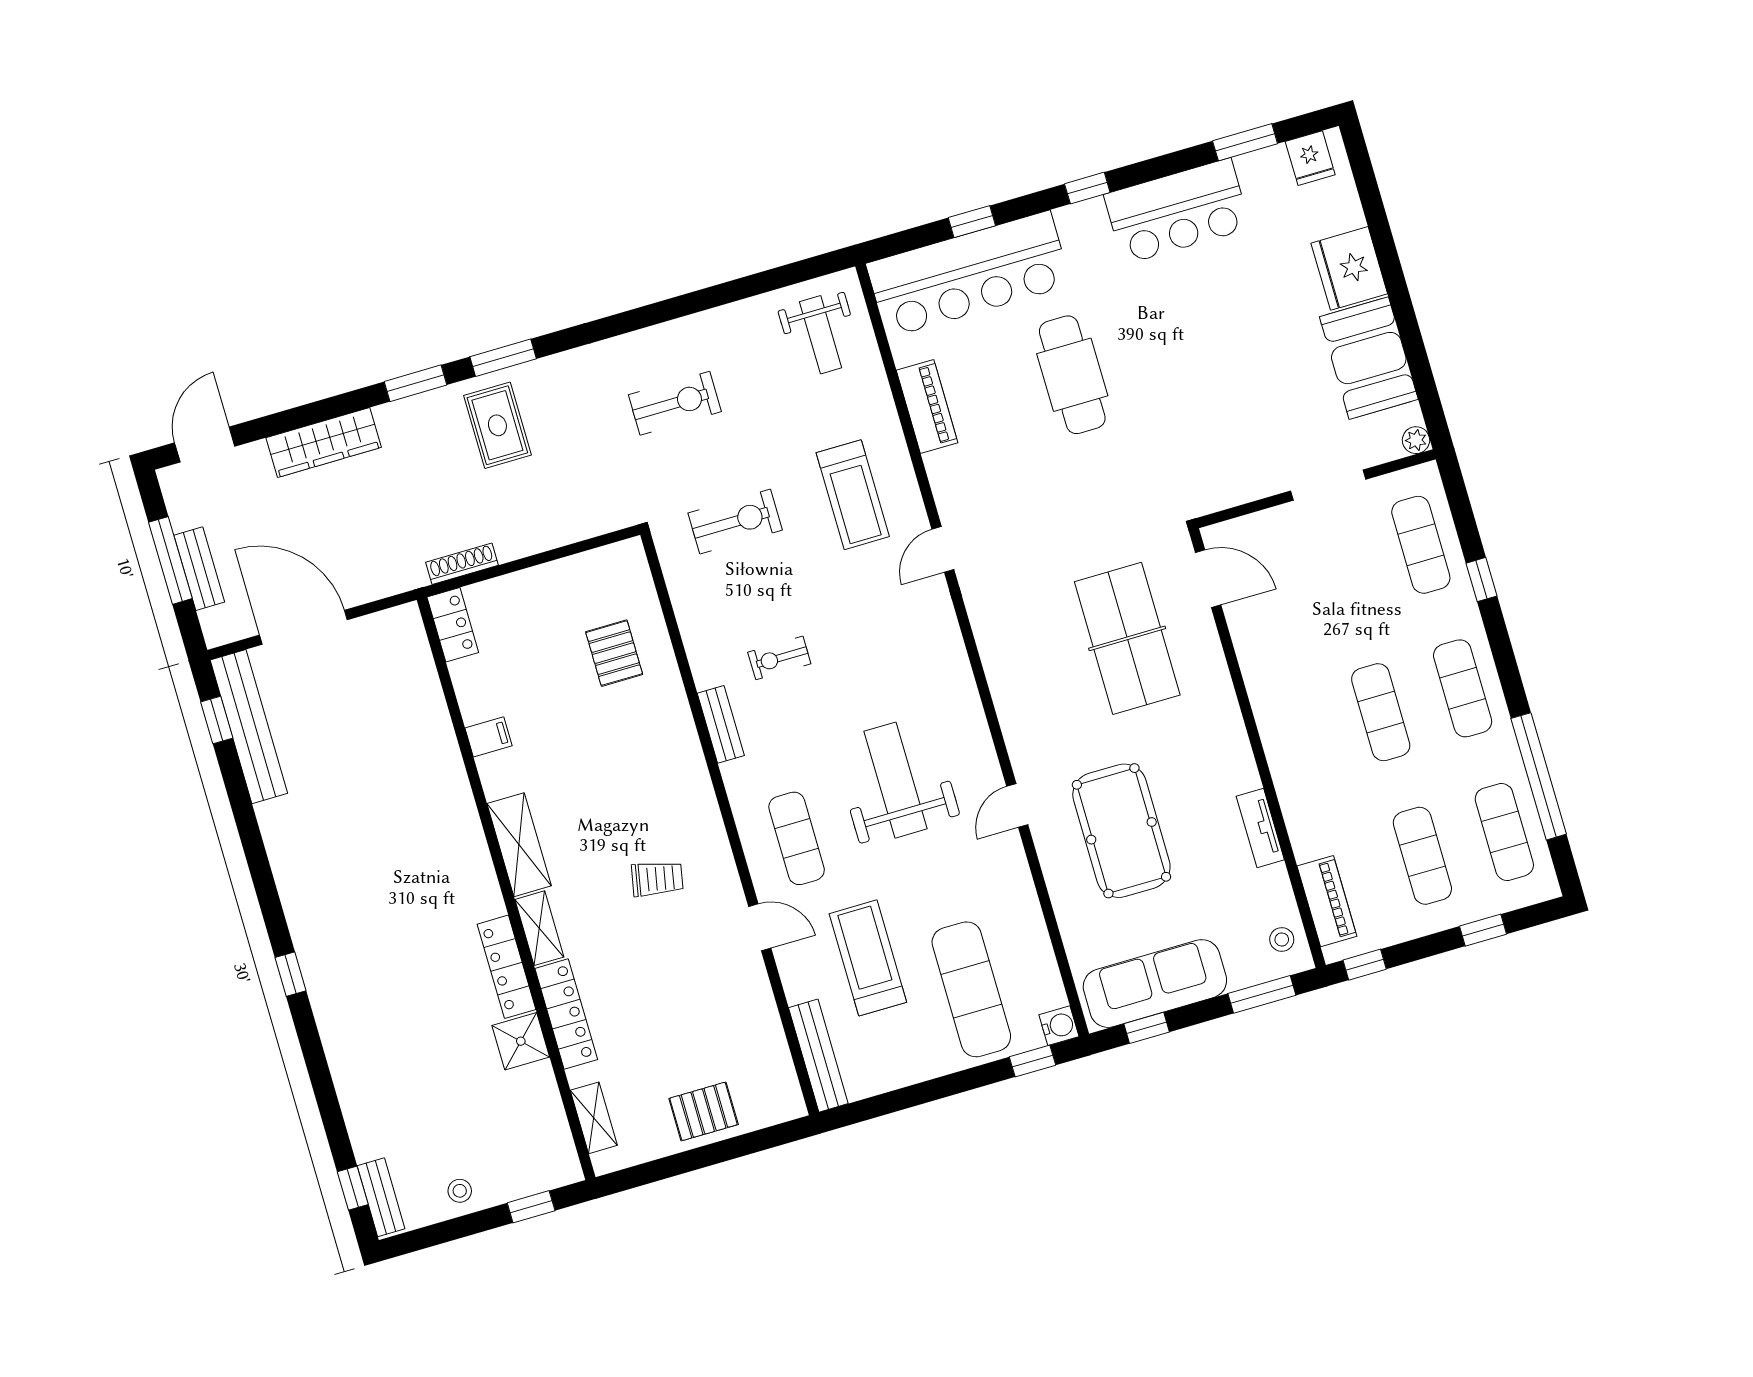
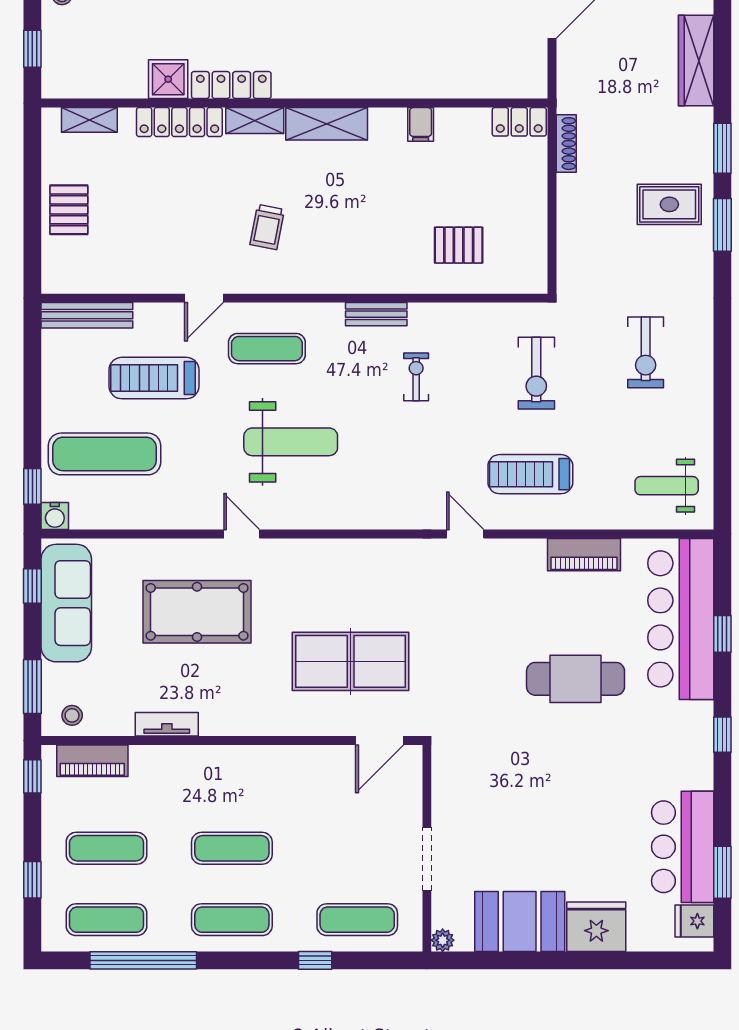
bar counter: (1177, 211) -> (683, 847), moved
treadmill: (868, 958) -> (154, 378), turned 180

